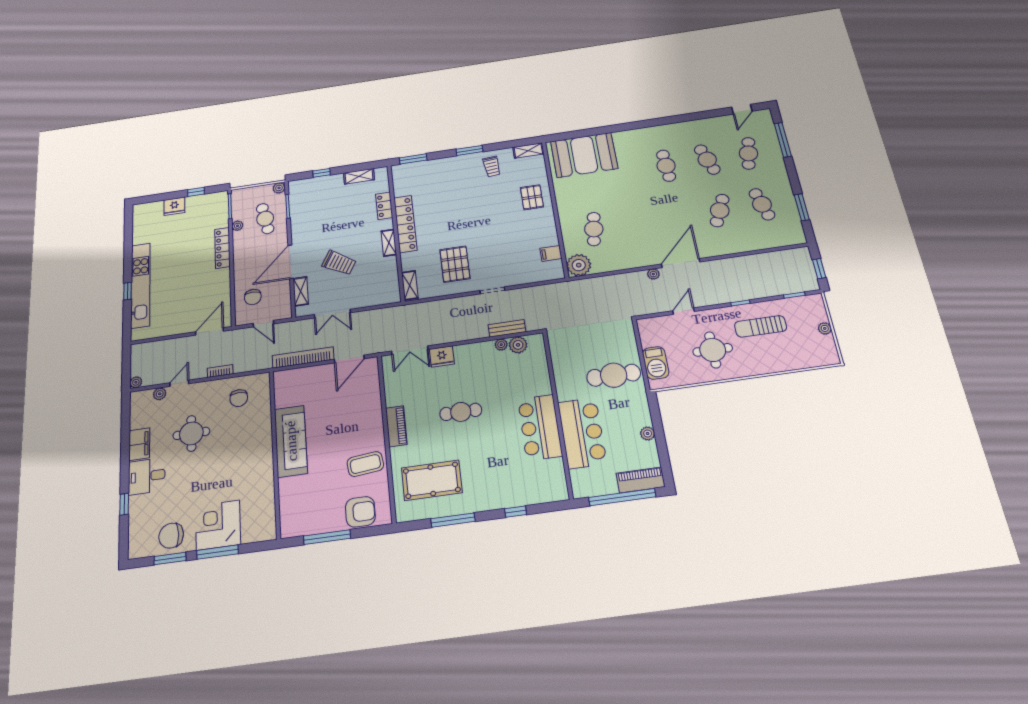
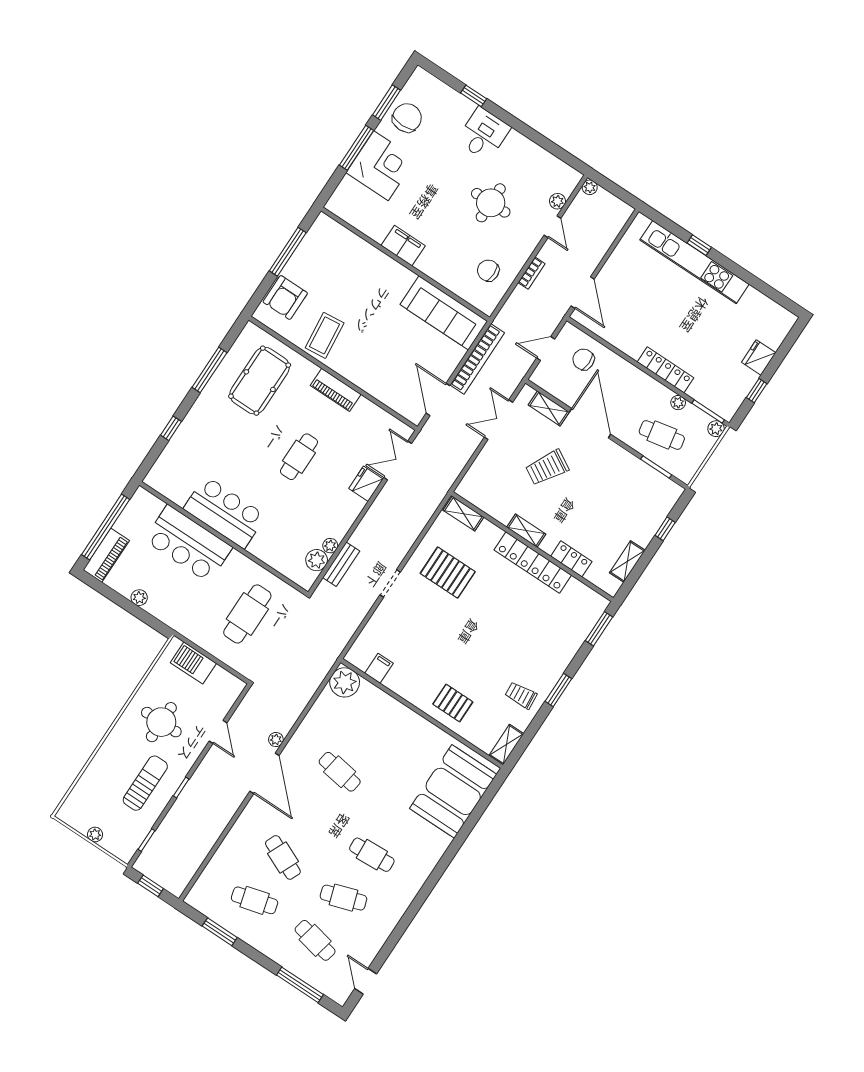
plant: (279, 188) -> (716, 429), moved
cafe table: (594, 229) -> (340, 772), moved
cafe table: (614, 375) -> (247, 614), moved
sofa: (291, 441) -> (444, 313), moved
filing cabinet: (139, 444) -> (403, 246), moved, turned 180

